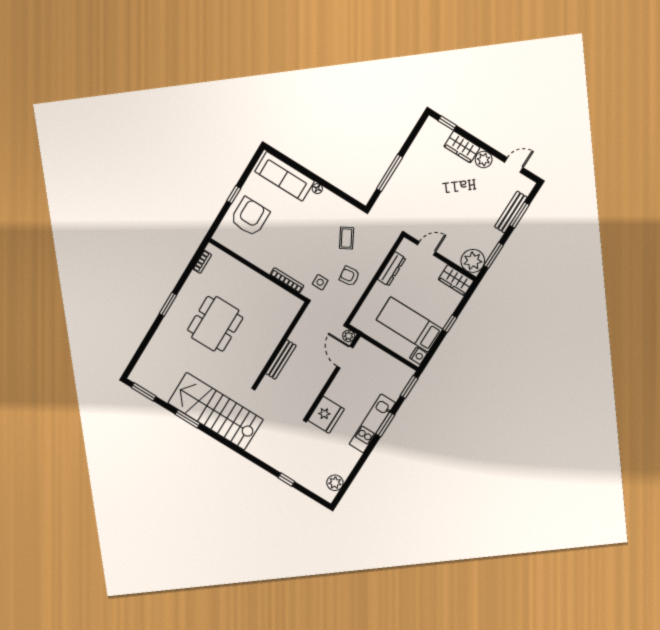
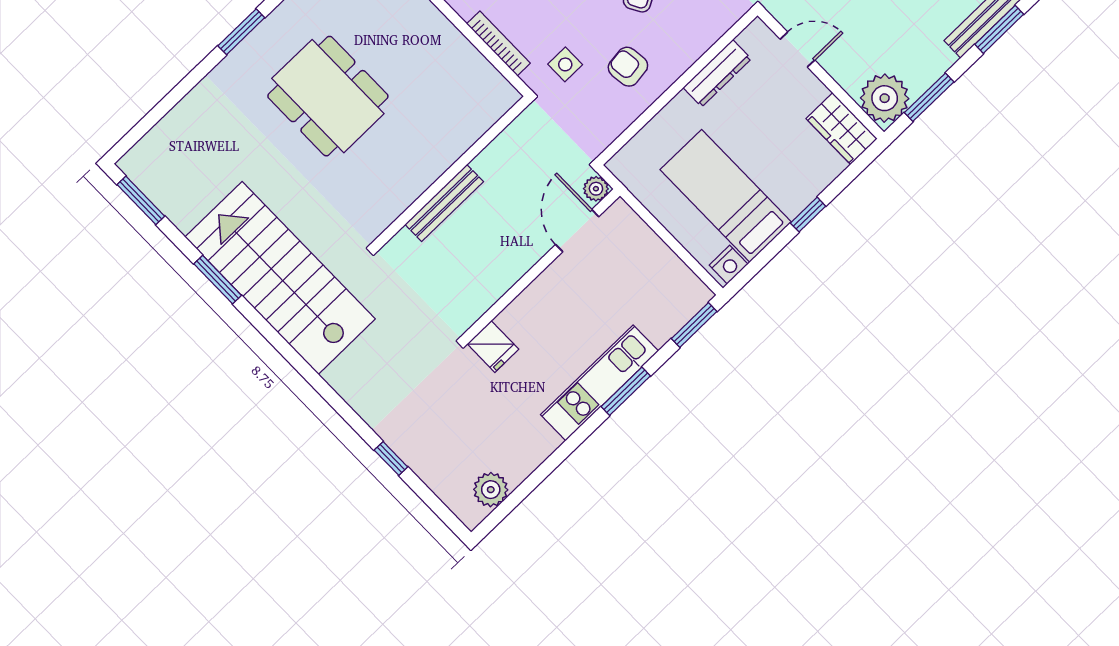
dining table: (215, 324) -> (328, 96), turned 90
fridge: (326, 415) -> (493, 347), width x0.53, depth x0.75

